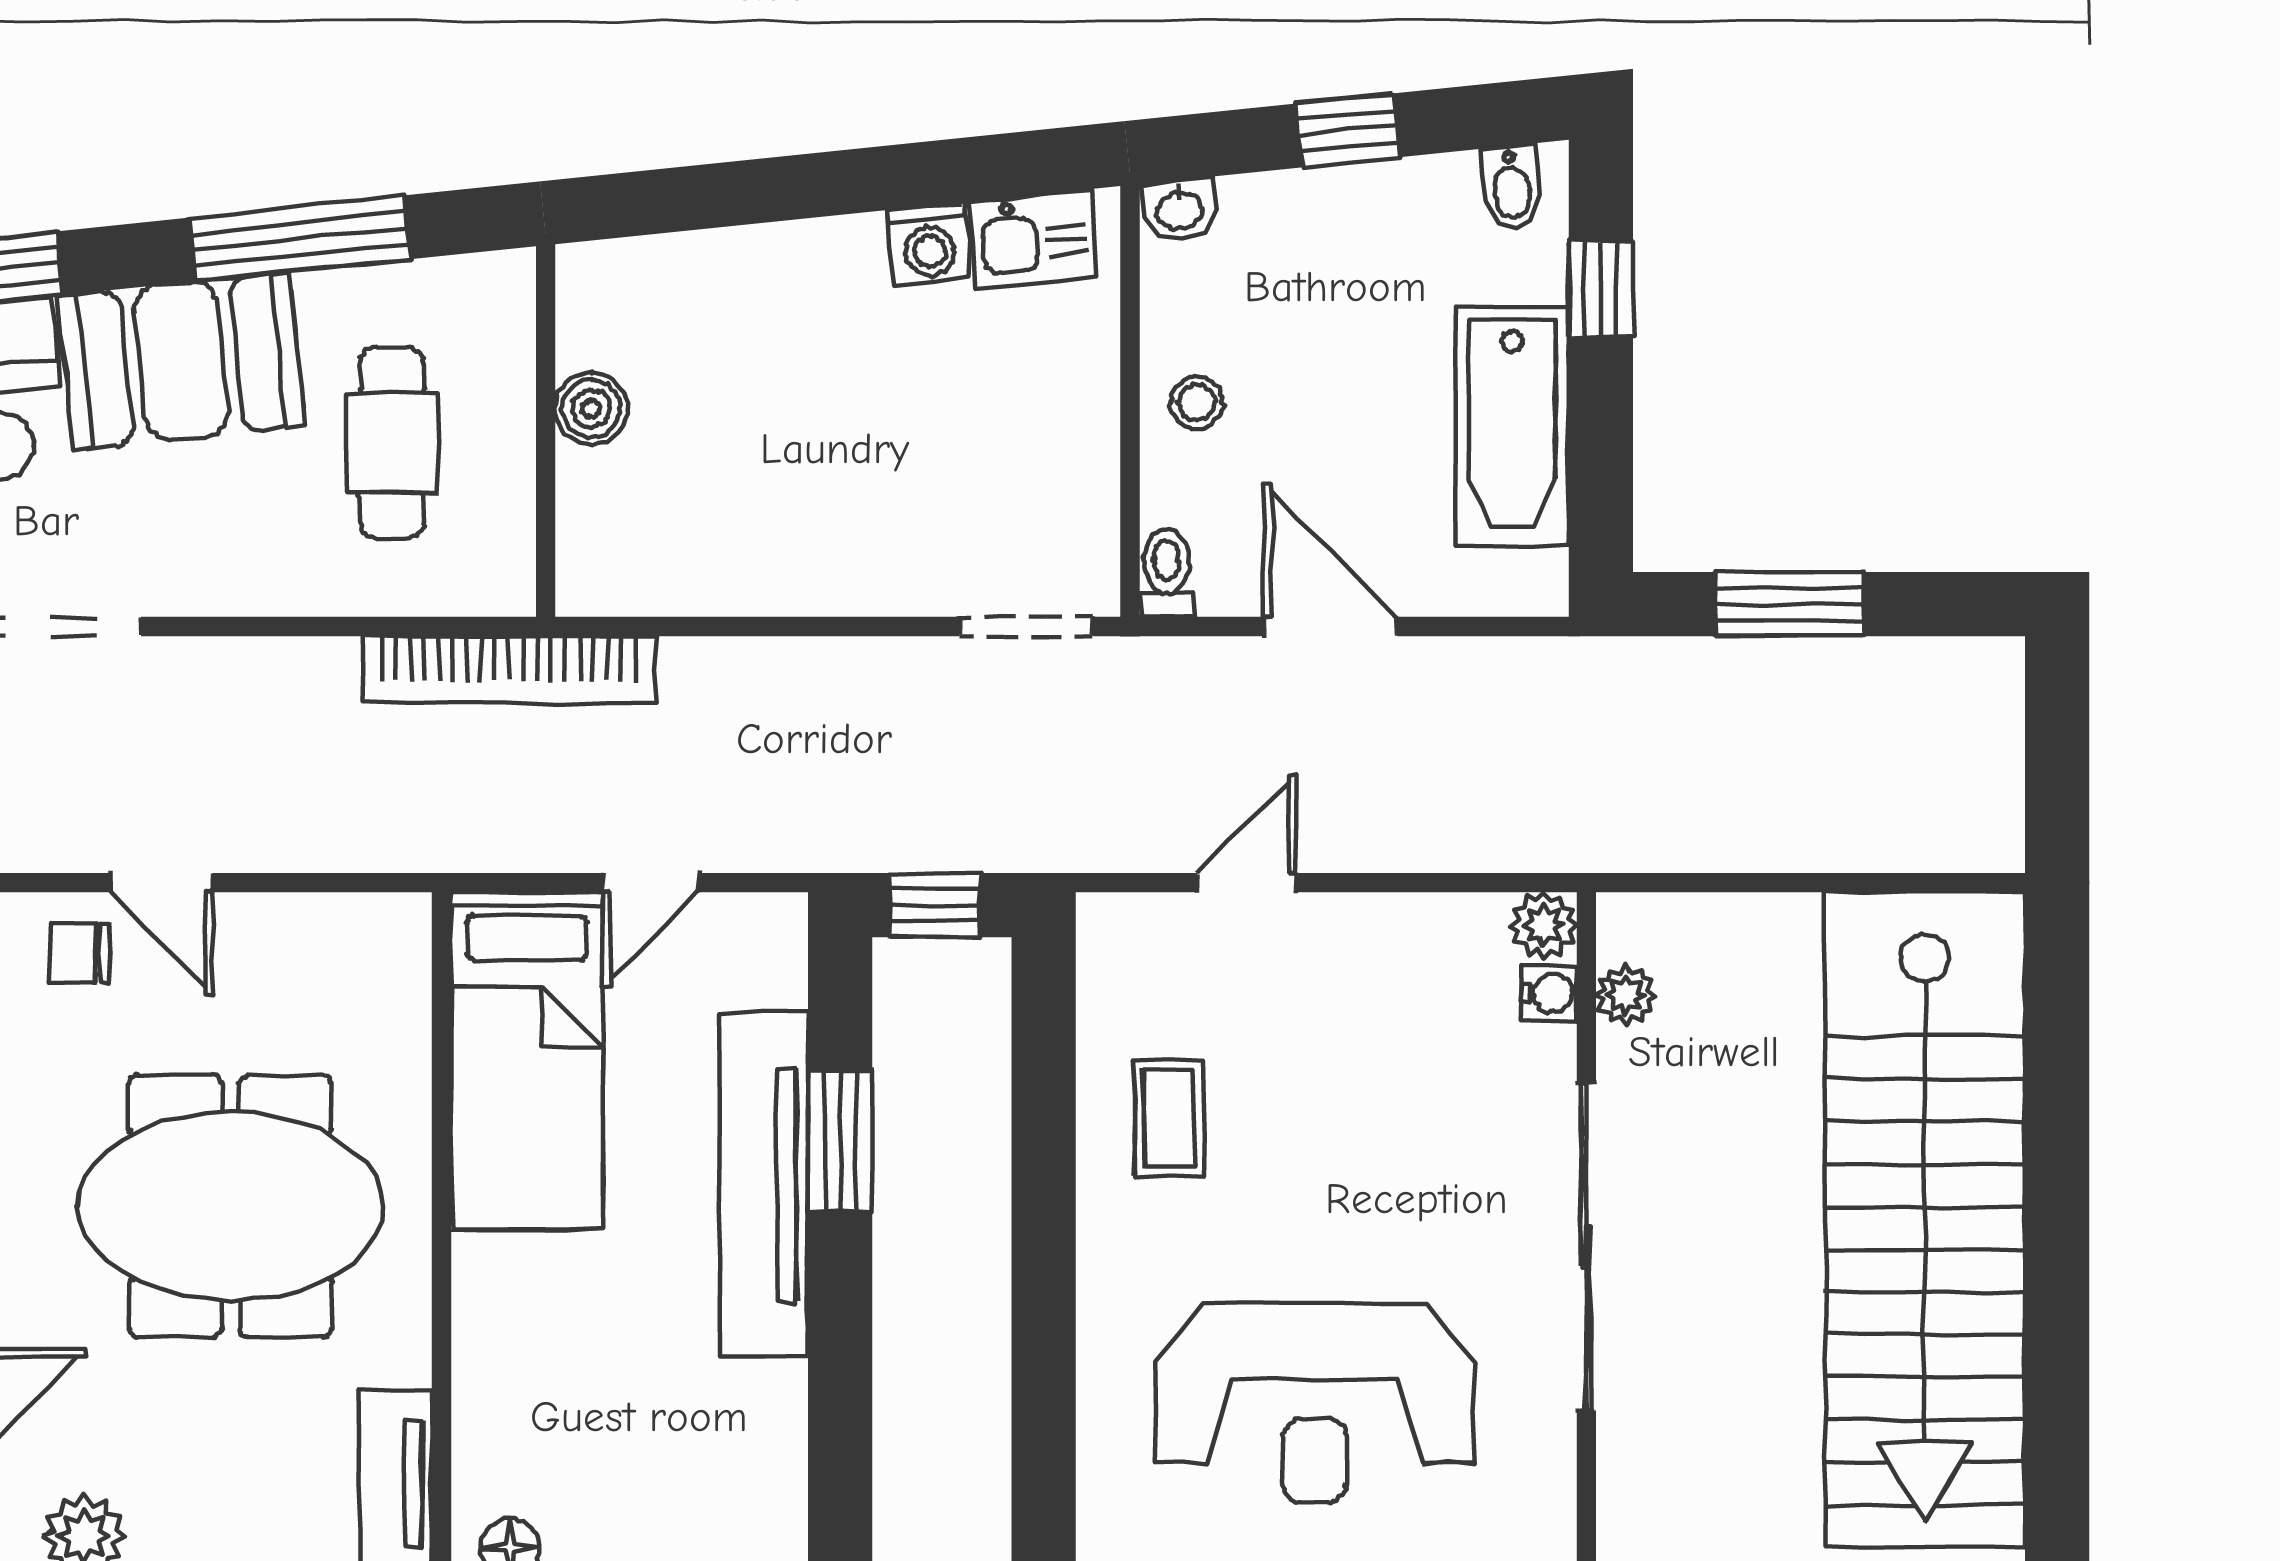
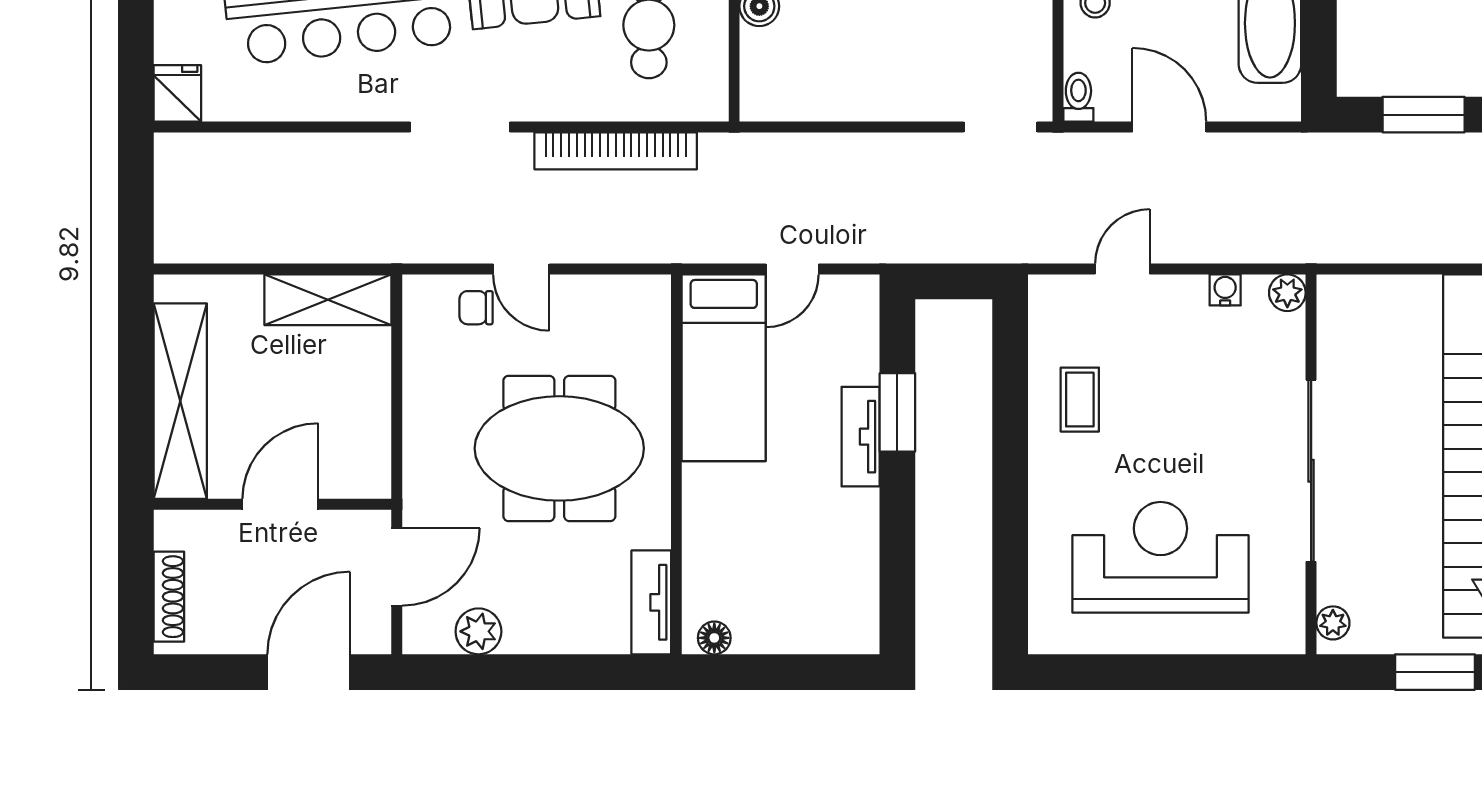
bookcase: (509, 669) -> (616, 151), moved
window: (935, 905) -> (950, 281), removed
water cooler: (1549, 993) -> (1225, 290), moved, turned -90
plant: (1626, 995) -> (1333, 623), moved
tv unit: (764, 1185) -> (861, 437), width x0.52, depth x0.78
reception desk: (1315, 1403) -> (1160, 557), turned 180

